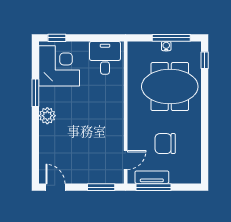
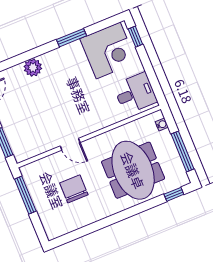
water cooler: (166, 46) -> (162, 124), moved
plant: (47, 116) -> (33, 67), moved
door: (126, 160) -> (70, 144), moved
tv unit: (152, 177) -> (35, 189), removed

